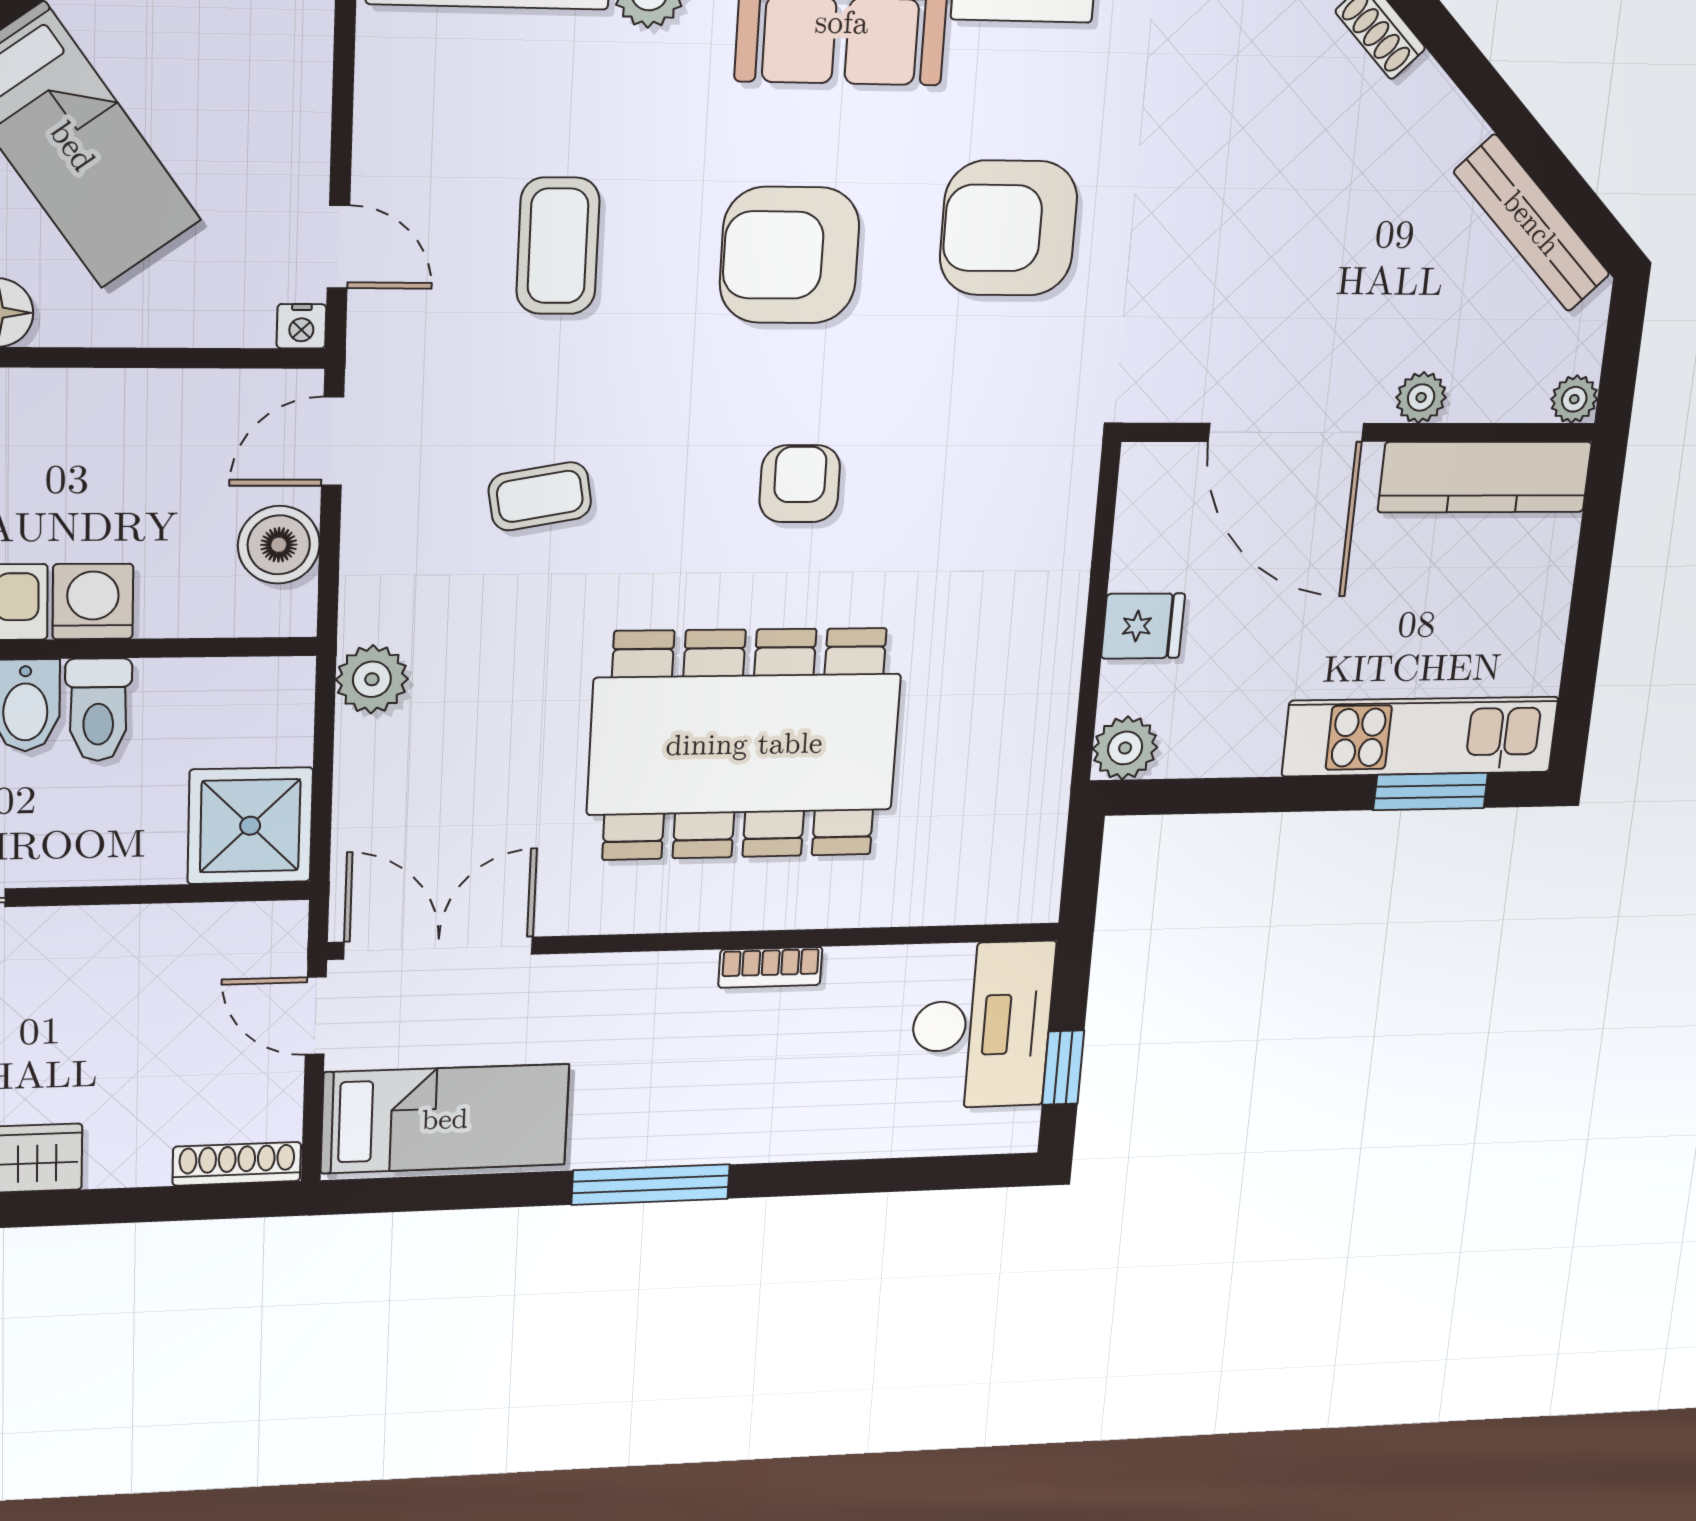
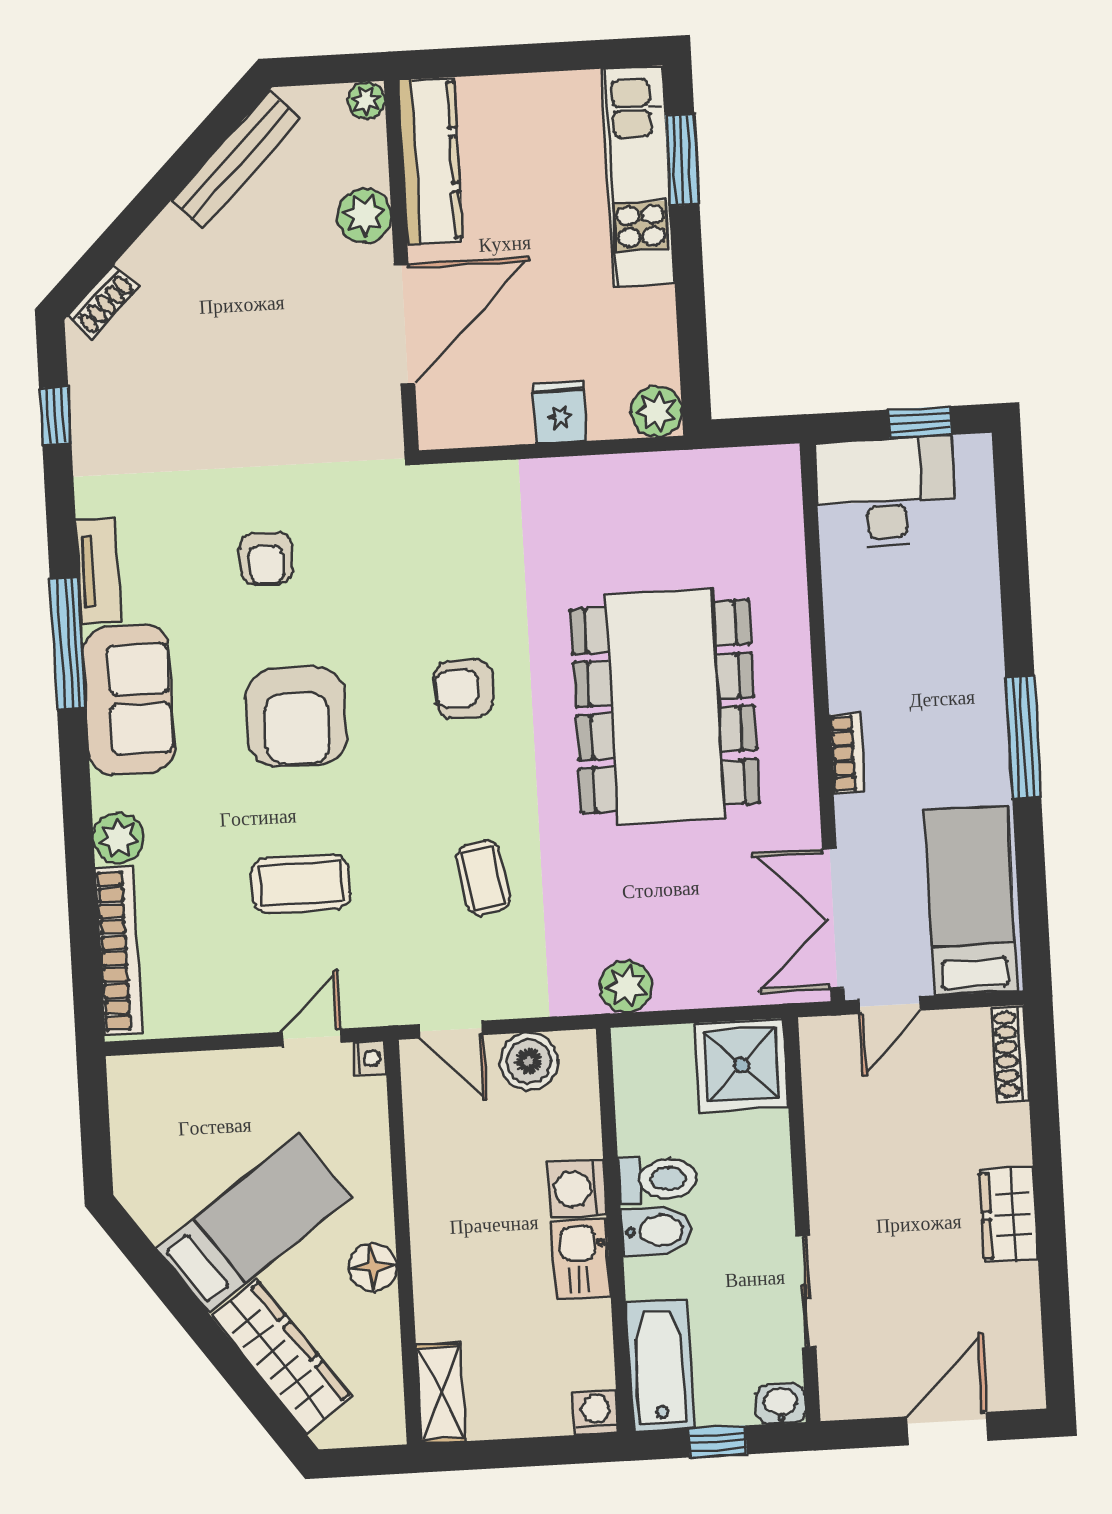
armchair: (1009, 228) -> (266, 558), width x0.53, depth x0.53
plant: (1421, 397) -> (364, 216), width x1.38, depth x1.38
bookcase: (770, 967) -> (847, 753), moved

